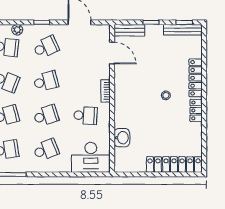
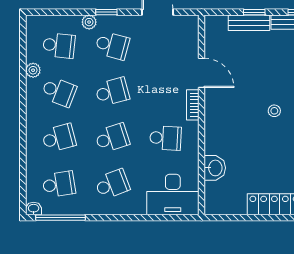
plant: (17, 30) -> (89, 22), moved
bench: (129, 30) -> (249, 23), moved
school desk: (46, 47) -> (112, 46), turned 39
door: (112, 53) -> (201, 73), moved

